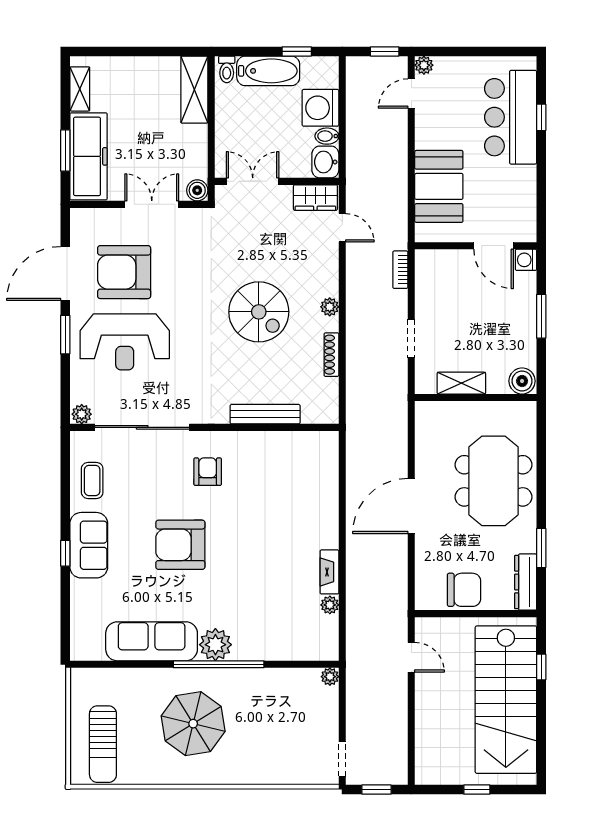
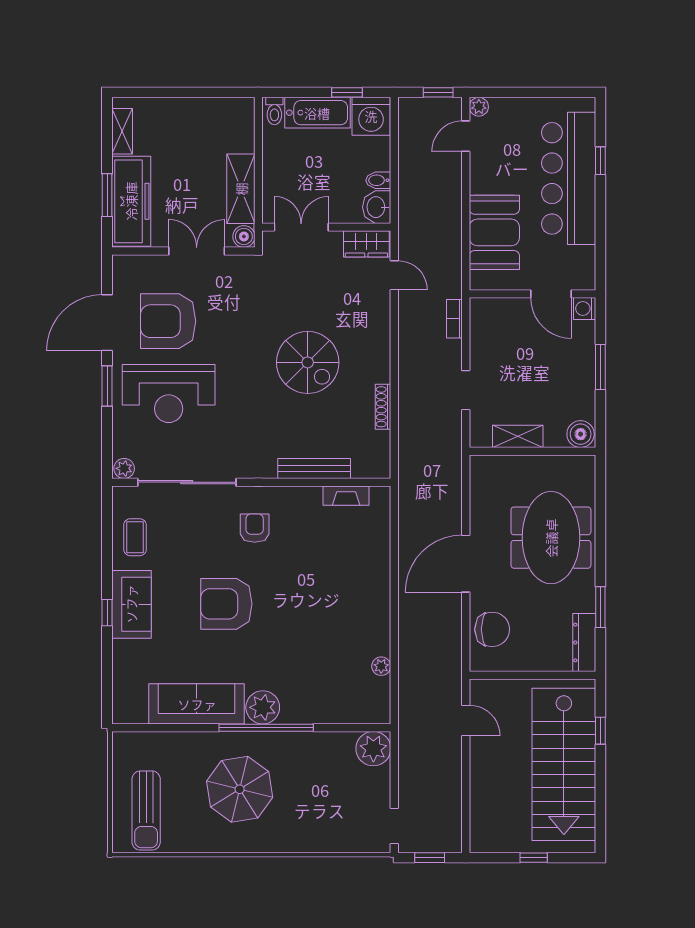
shelving: (194, 90) -> (241, 189), moved
washing machine: (320, 108) -> (371, 116), moved, turned -90
bar counter: (511, 117) -> (569, 178), width x1.36
plant: (330, 307) -> (381, 357), removed
fireplace: (329, 572) -> (346, 496), moved, turned -90
chair: (464, 590) -> (492, 629), moved
plant: (330, 677) -> (373, 749), width x1.88, depth x1.88

